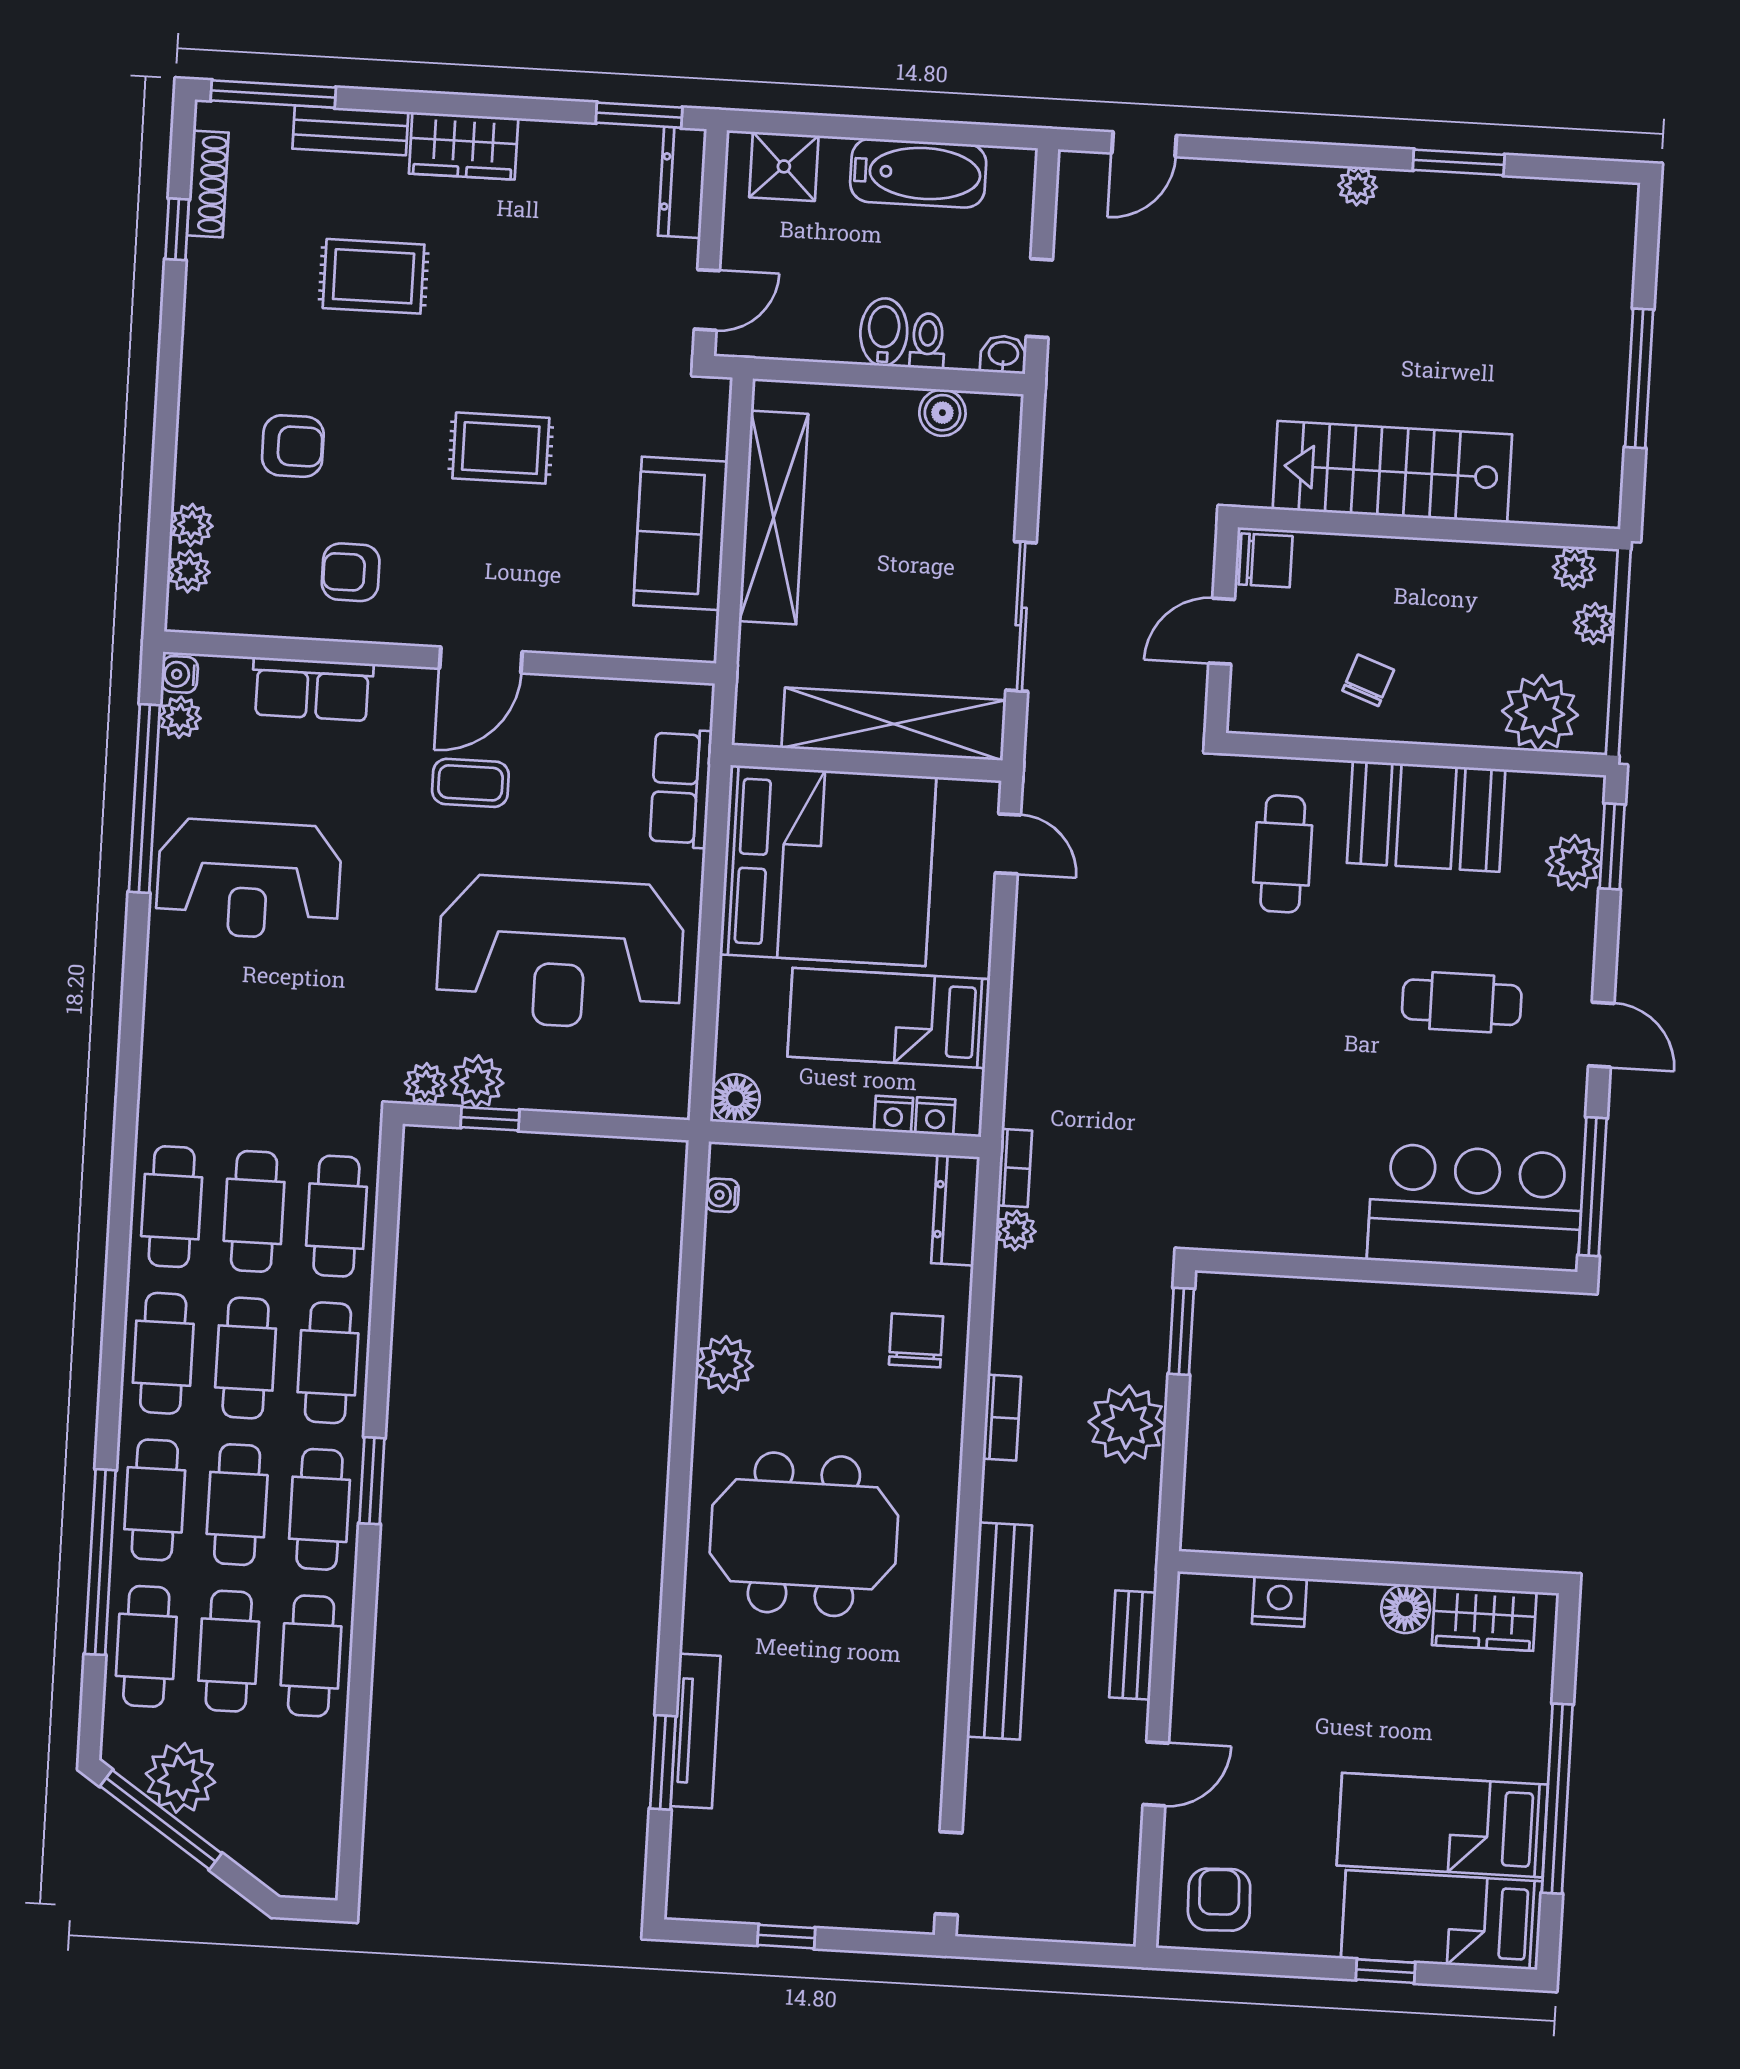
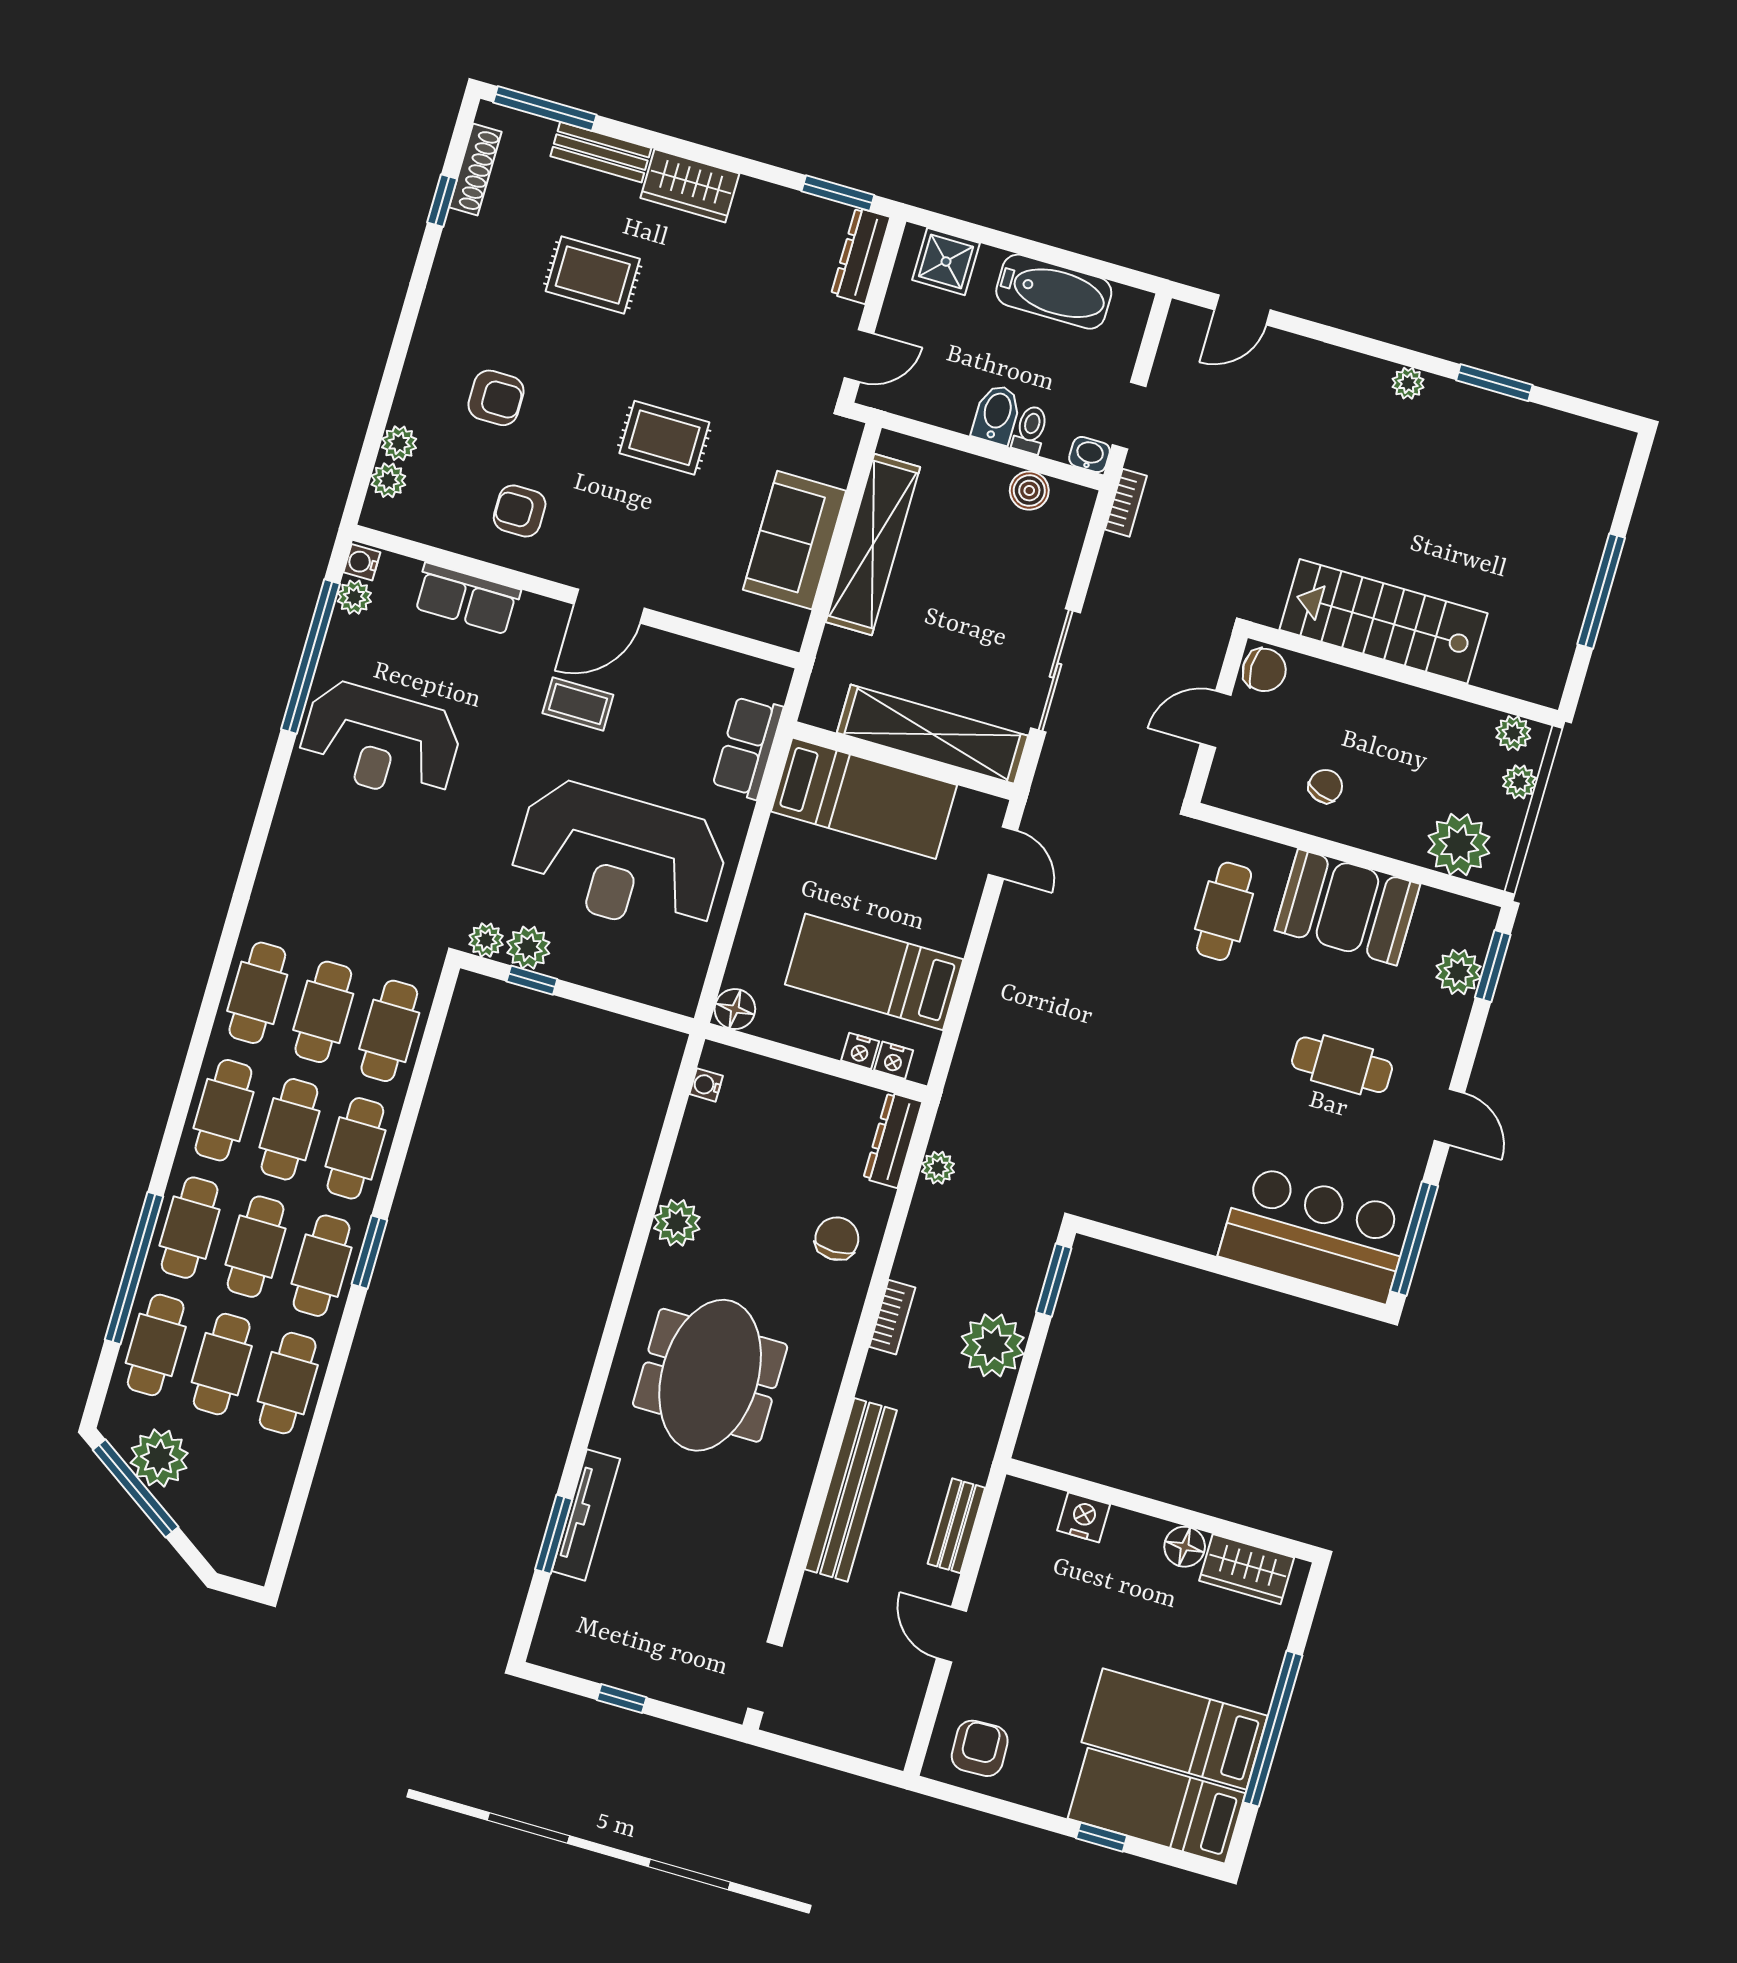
bed: (828, 866) -> (864, 798), width x0.49
bookcase: (1015, 1168) -> (1126, 503), moved
meeting table: (804, 1534) -> (710, 1375), turned 90
door: (1156, 1774) -> (951, 1635), swing flipped

